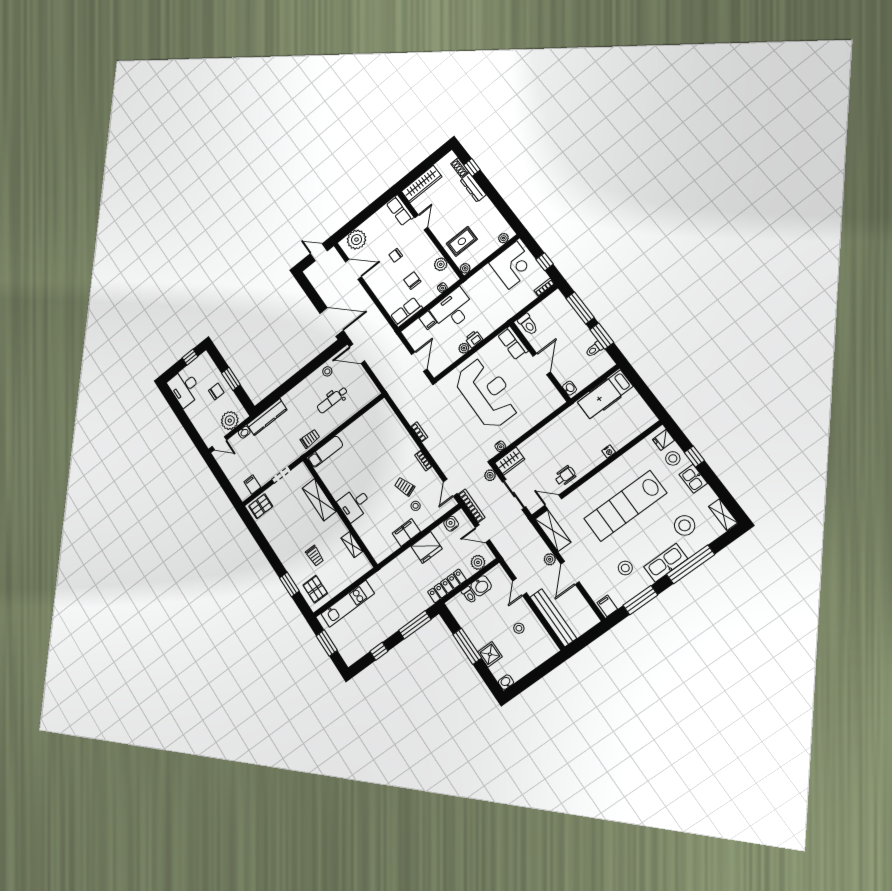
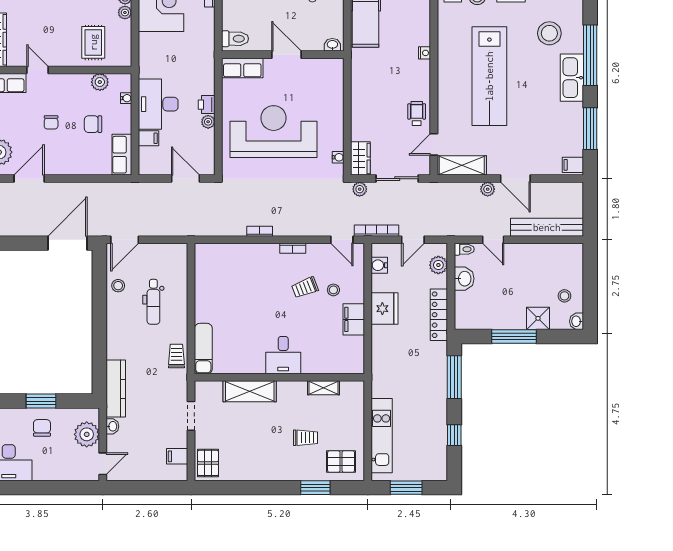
plant: (465, 268) -> (125, 12), moved
stool: (625, 568) -> (549, 120), removed
toilet: (469, 595) -> (464, 249), moved
stool: (519, 628) -> (564, 296), moved

